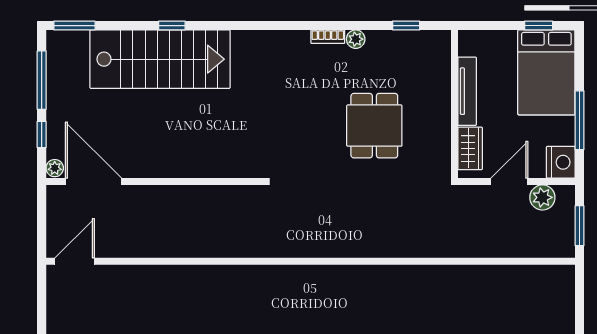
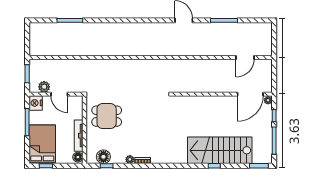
floor lamp: (469, 44) -> (78, 157), added
floor lamp: (413, 45) -> (103, 157), added
dining table: (374, 126) -> (107, 116), moved, turned 90
wardrobe: (470, 148) -> (77, 109), removed
door: (94, 182) -> (250, 94), hinge flipped
door: (509, 182) -> (59, 94), hinge flipped
door: (75, 261) -> (245, 57), moved

